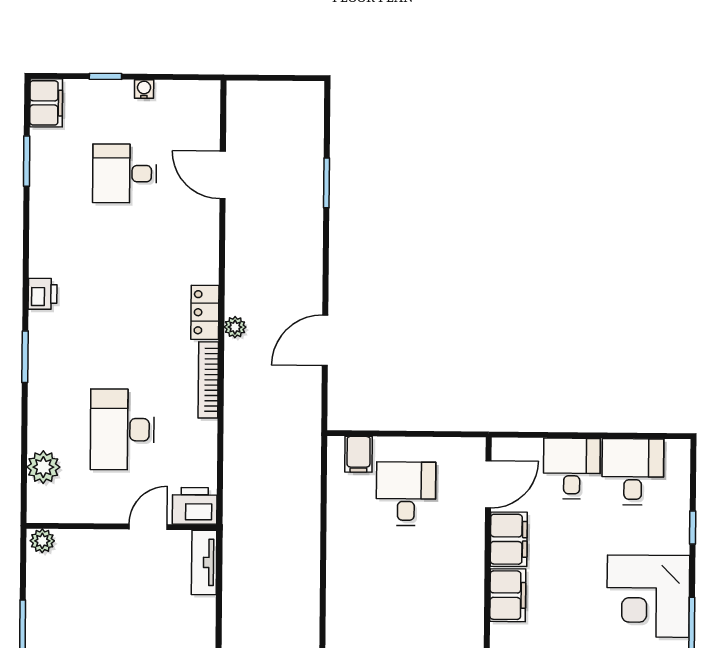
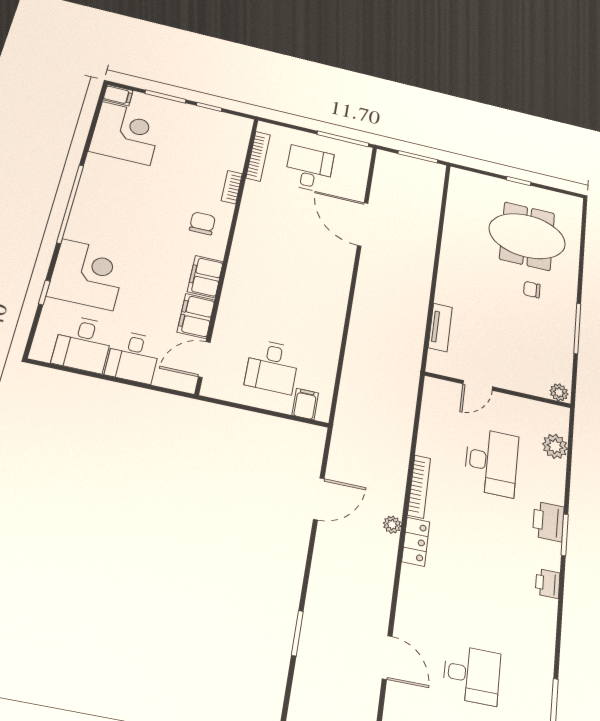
printer: (195, 506) -> (548, 521), moved, turned 90
tv unit: (204, 562) -> (440, 327), moved
corner desk: (648, 596) -> (87, 274), moved

